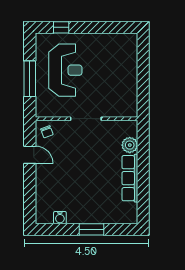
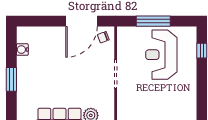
reception desk: (65, 70) -> (161, 55), turned 90
door: (30, 155) -> (82, 21), width x1.88

